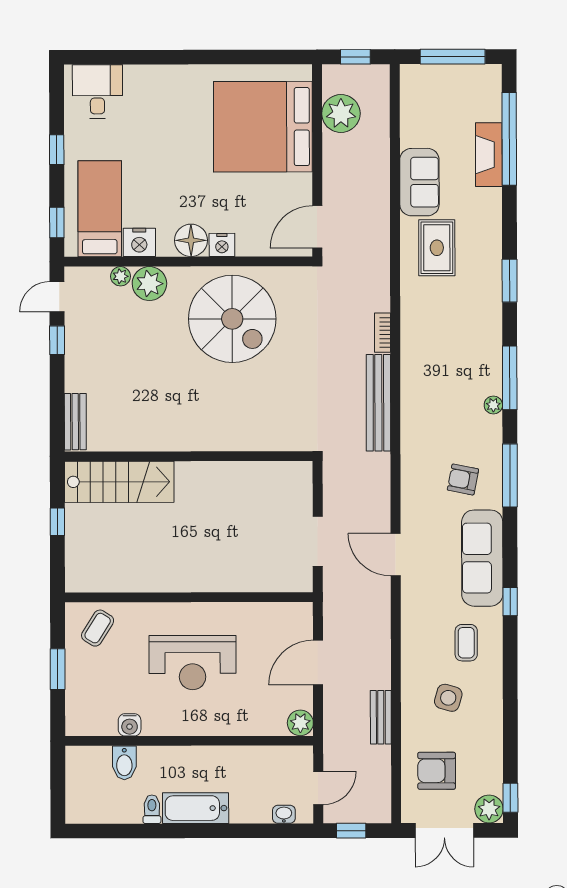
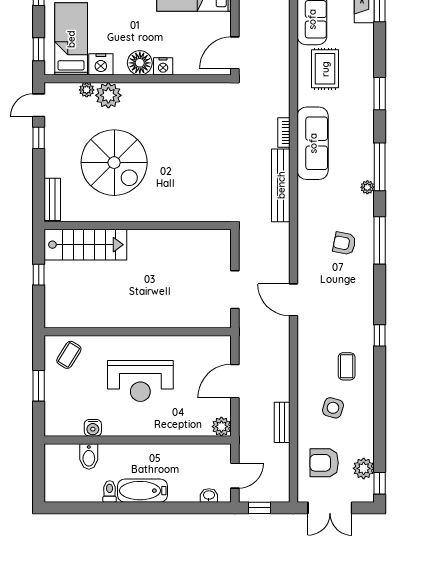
spiral stairs: (232, 319) -> (114, 163), moved
sofa: (482, 558) -> (313, 143), moved, turned 180
plant: (489, 809) -> (364, 468), moved

